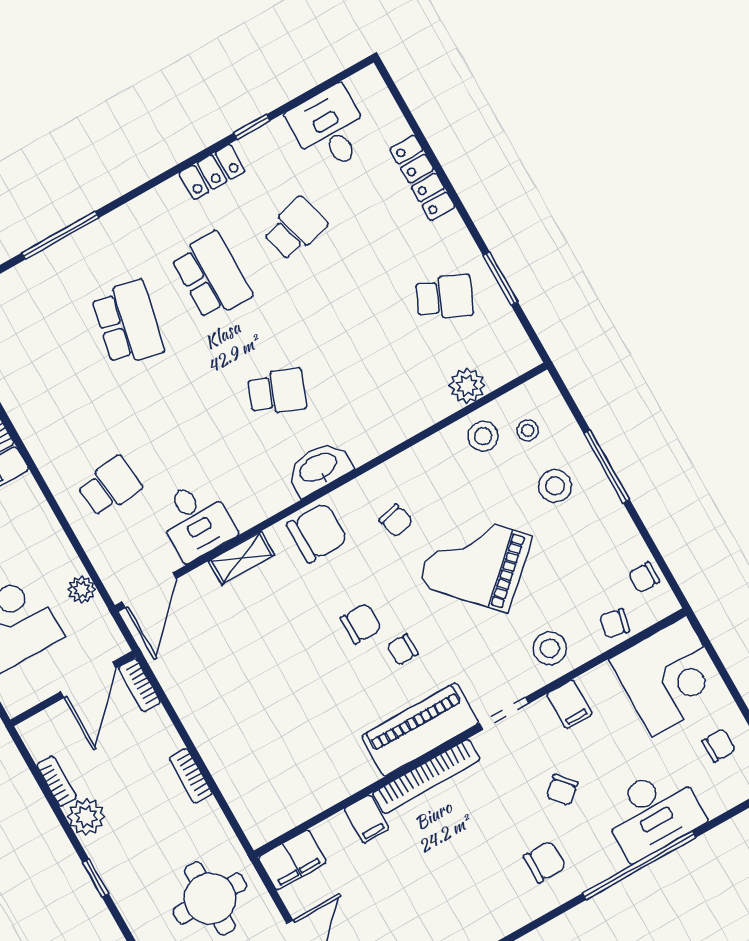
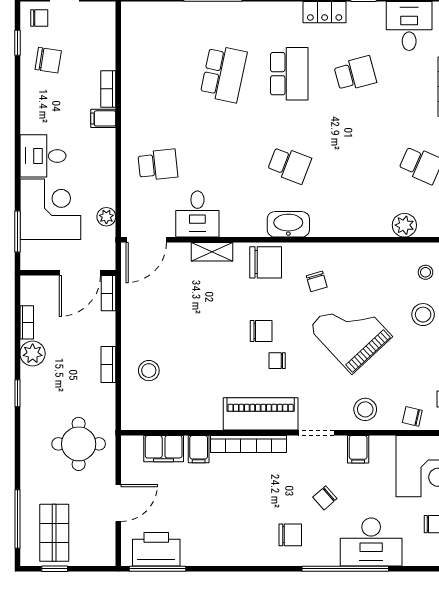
stool: (483, 436) -> (149, 371), moved
filing cabinet: (292, 860) -> (164, 449), moved

